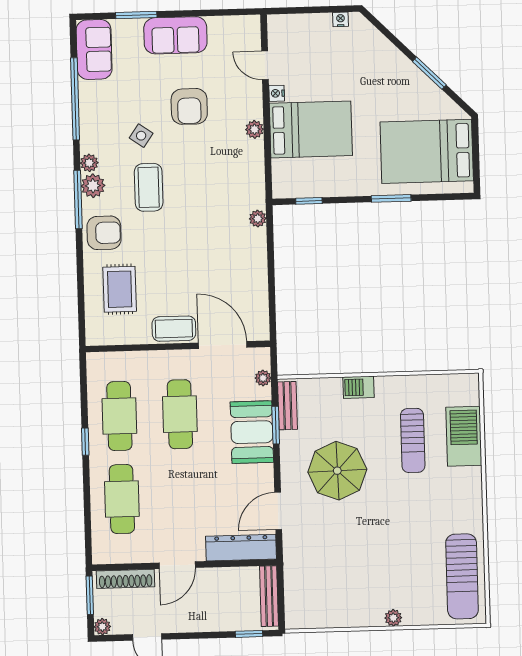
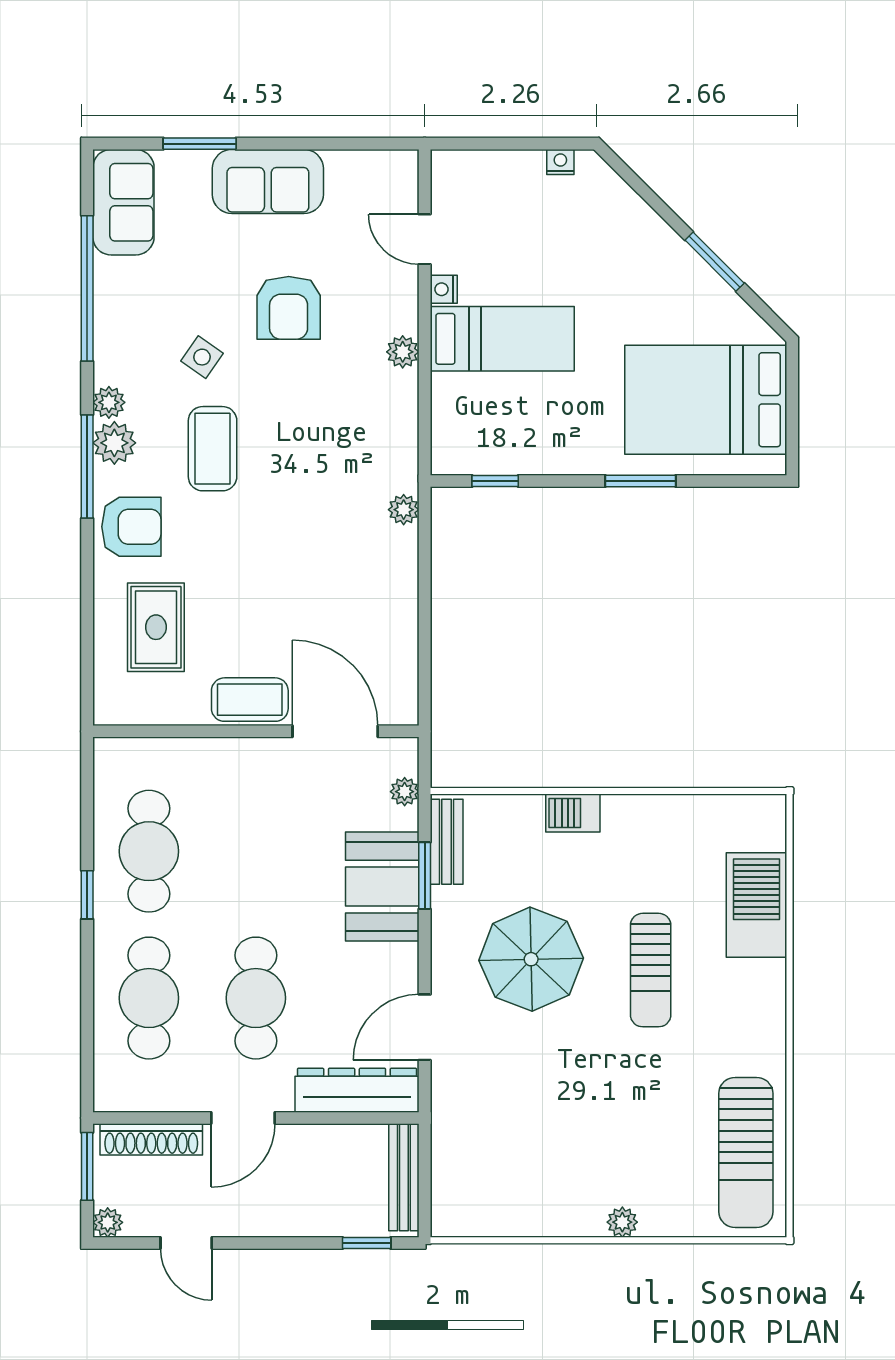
bed: (311, 129) -> (502, 339), width x0.67
cafe table: (180, 414) -> (256, 998), moved
sun lounger: (413, 440) -> (651, 970), moved

